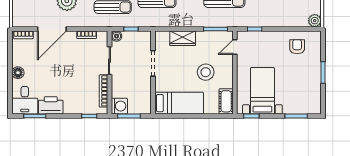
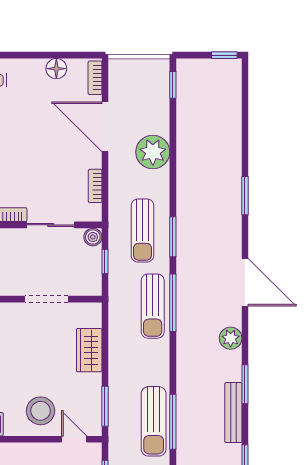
stool: (206, 72) -> (41, 411), moved
floor lamp: (18, 73) -> (56, 69), moved

